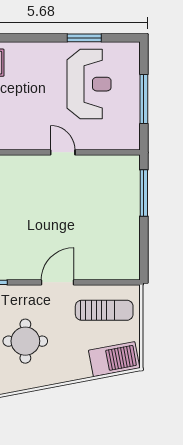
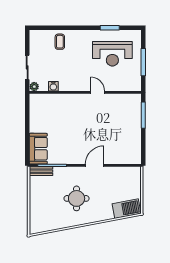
reception desk: (89, 84) -> (112, 54), turned 90
sun lounger: (104, 310) -> (121, 181), removed

